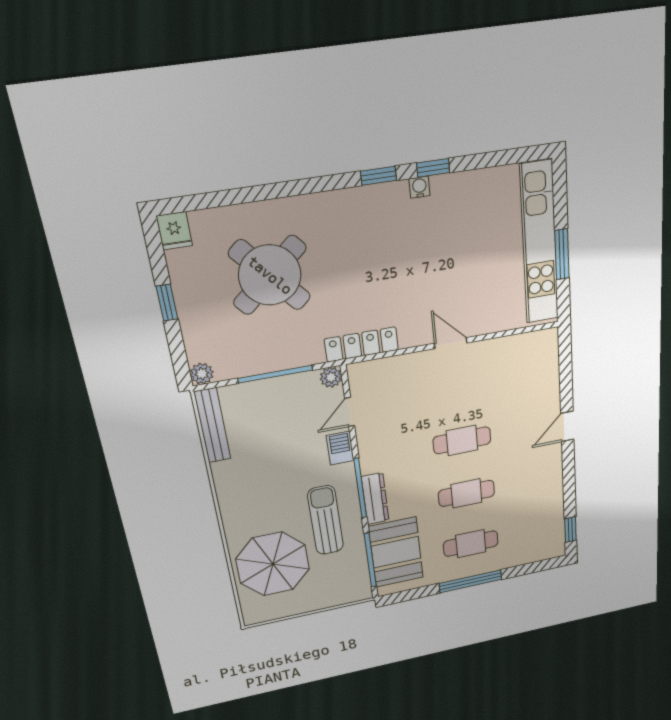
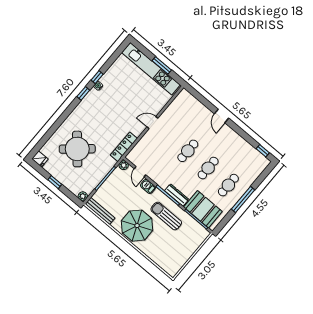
parasol: (273, 564) -> (137, 226), moved

